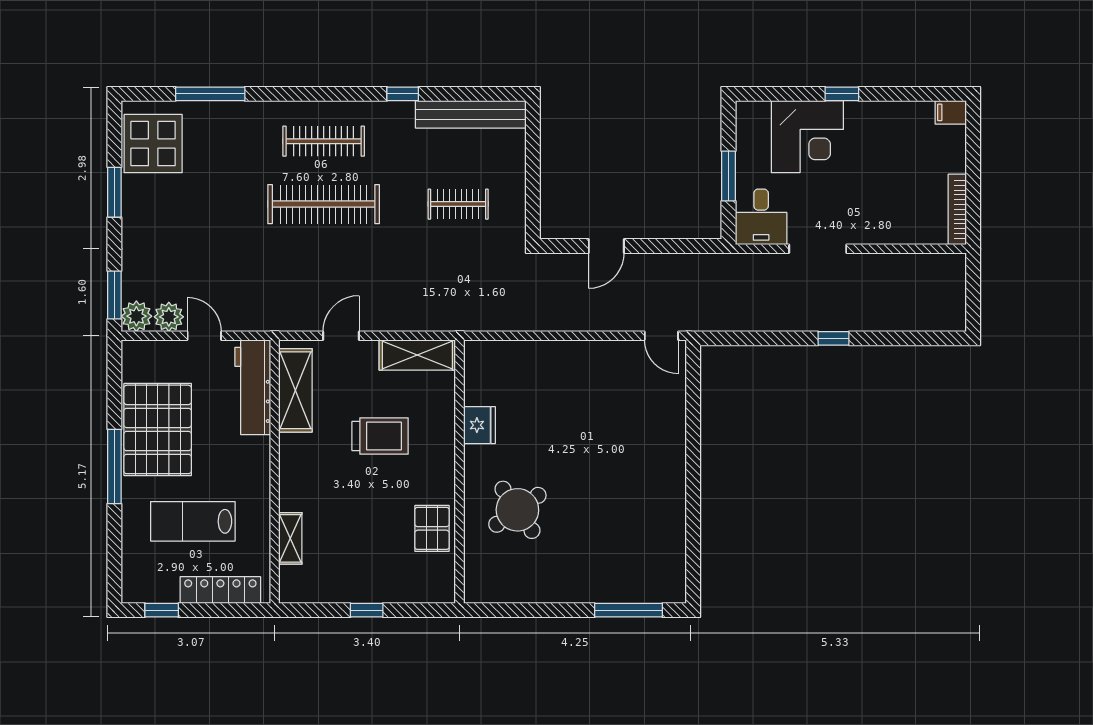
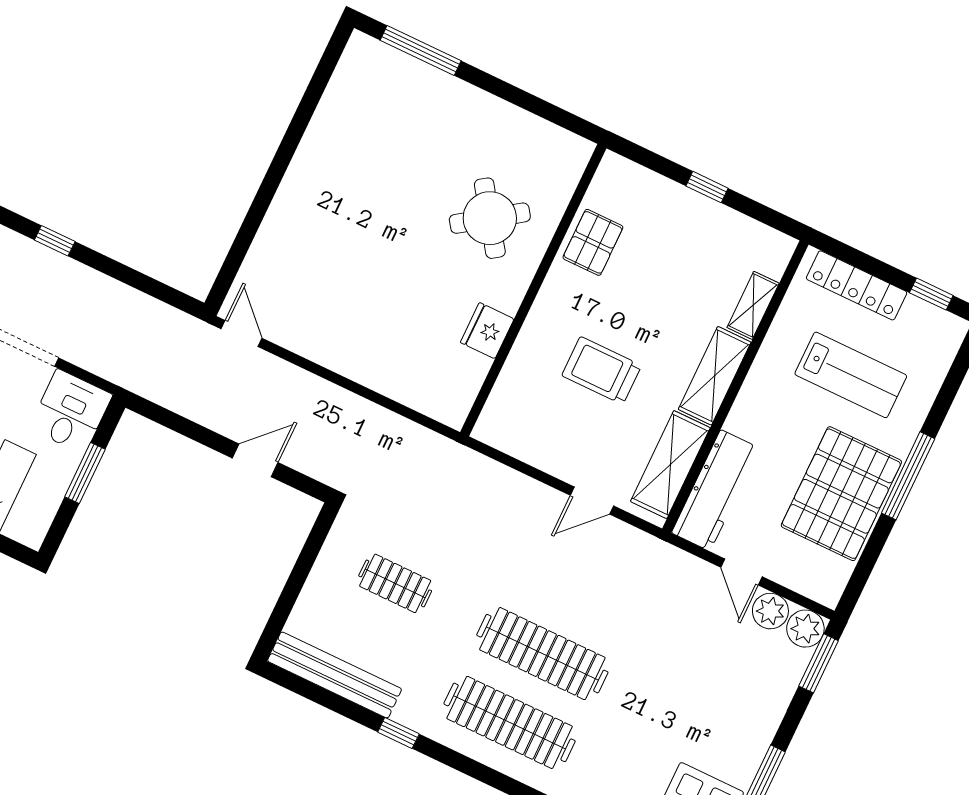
clothes rail: (324, 141) -> (510, 722), width x1.37, depth x1.31
shelving: (417, 355) -> (715, 376), moved, turned 90

